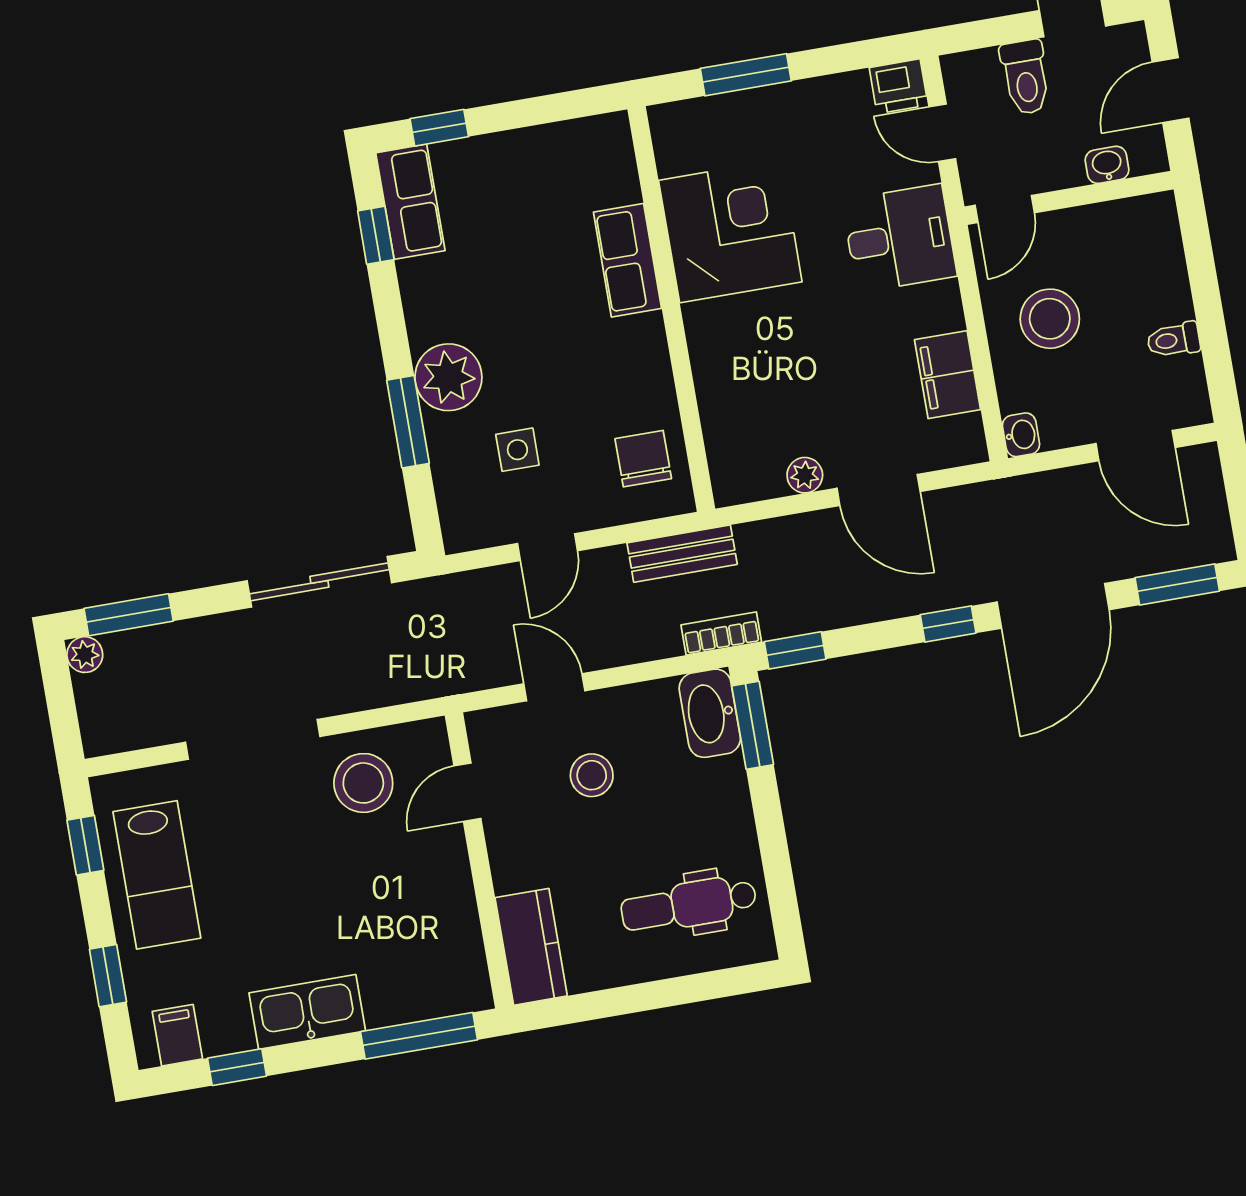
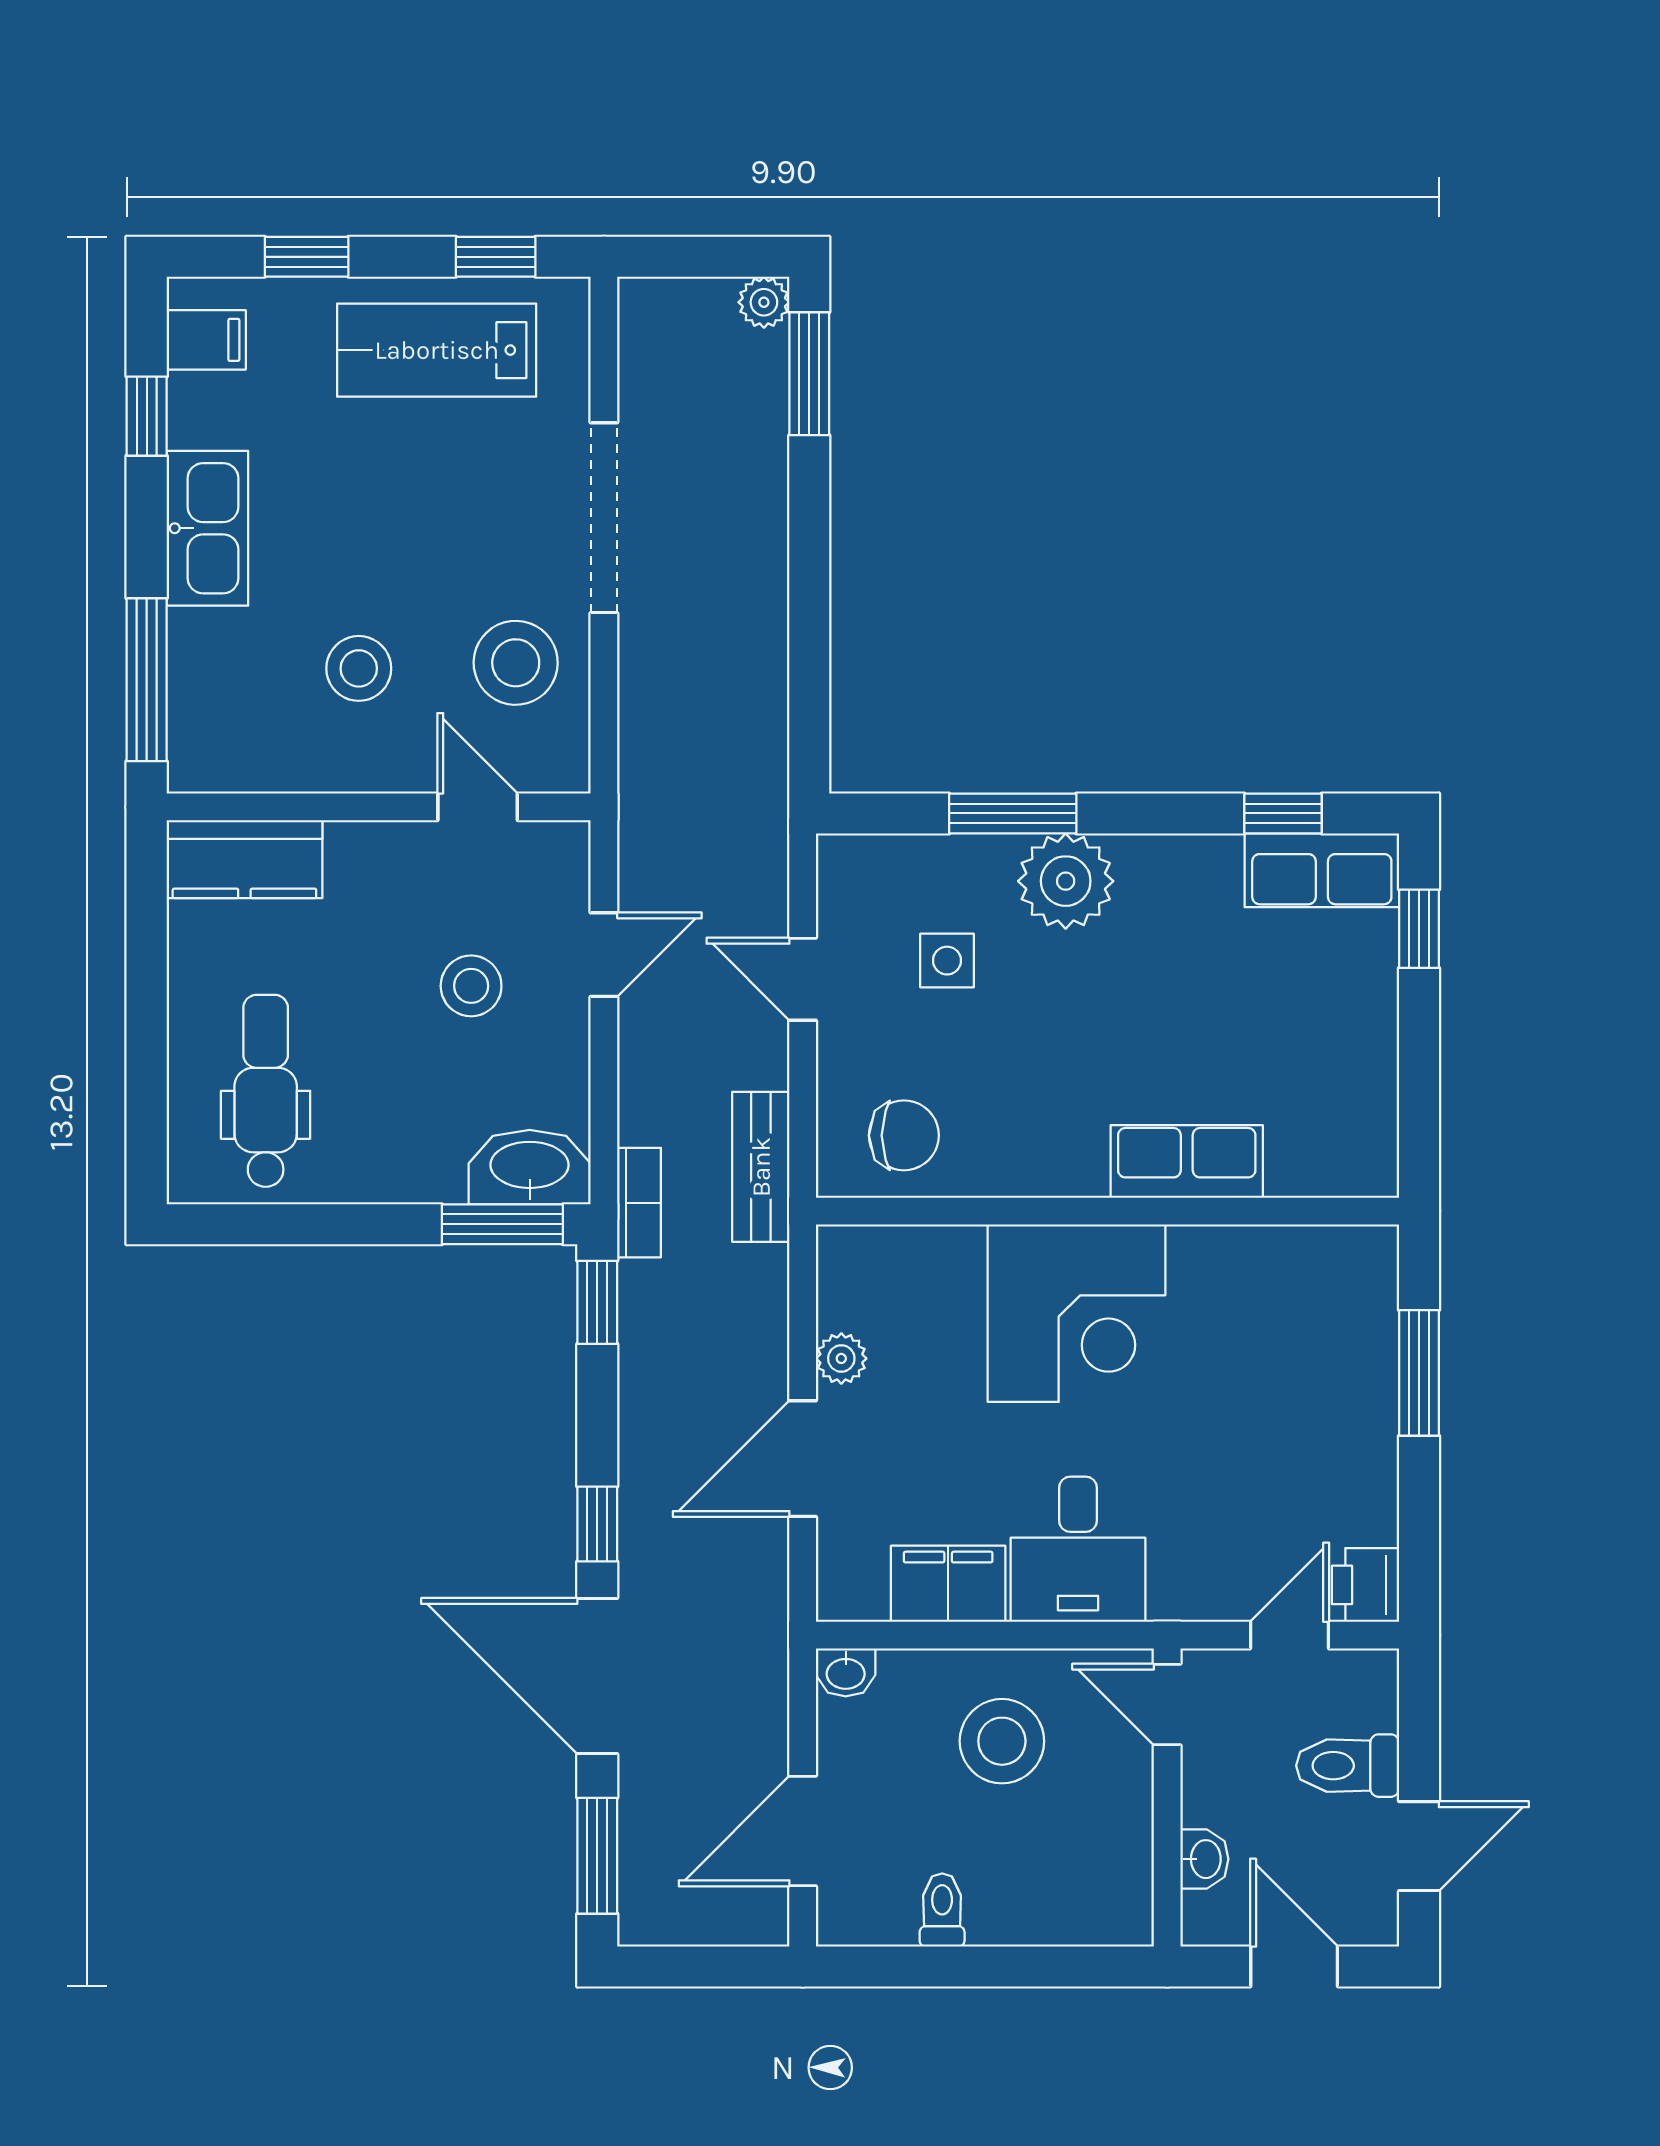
corner desk: (730, 231) -> (1076, 1313), moved
desk: (899, 238) -> (1078, 1549), moved
sliding door: (319, 582) -> (809, 650), removed
stool: (386, 891) -> (359, 668), added

